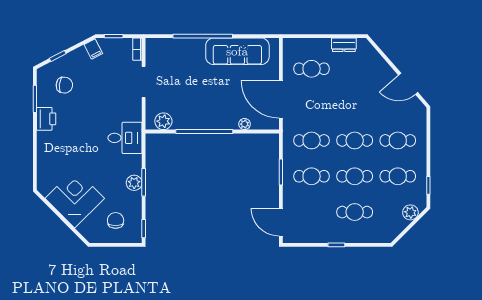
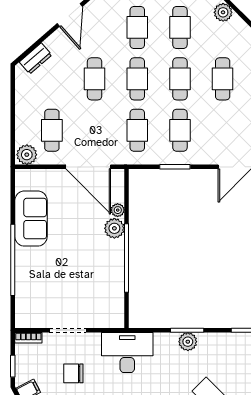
dresser: (344, 45) -> (36, 58), moved, turned 49
plant: (291, 48) -> (27, 155), added
sofa: (237, 51) -> (31, 219), width x0.73
door: (281, 99) -> (88, 167), hinge flipped
cafe table: (355, 105) -> (95, 79), added
plant: (163, 121) -> (114, 228), moved
desk: (125, 138) -> (127, 353), width x1.37
chair: (116, 220) -> (73, 373), moved

